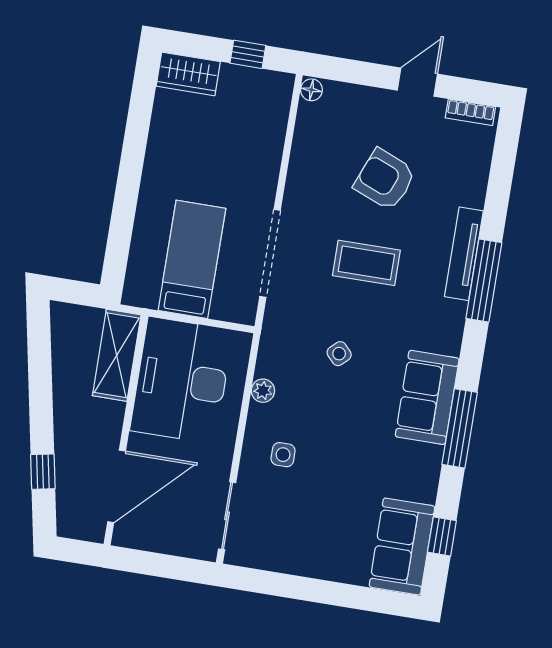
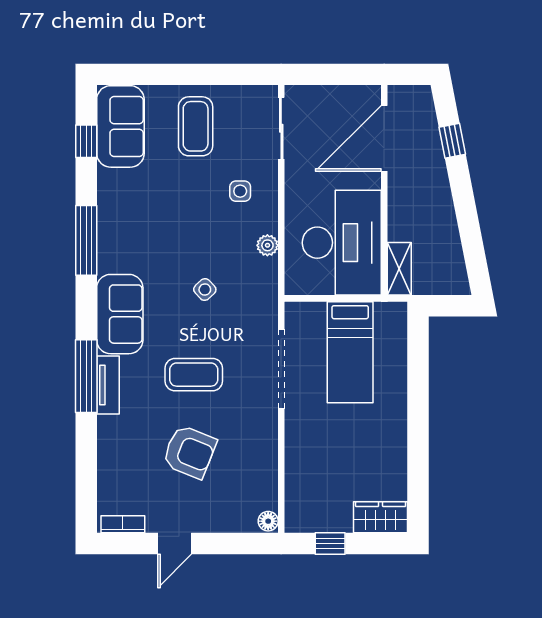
tv unit: (464, 254) -> (108, 385), width x0.71
shelving: (117, 355) -> (399, 269), width x0.67, depth x0.75
sofa: (427, 397) -> (120, 314), moved
coffee table: (320, 533) -> (196, 126), added

